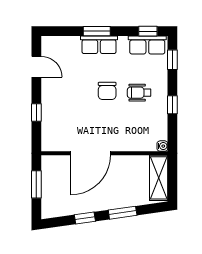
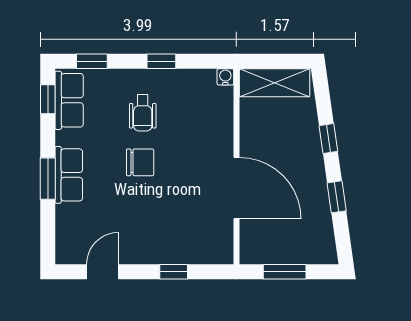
window: (123, 213) -> (328, 138), width x0.67

